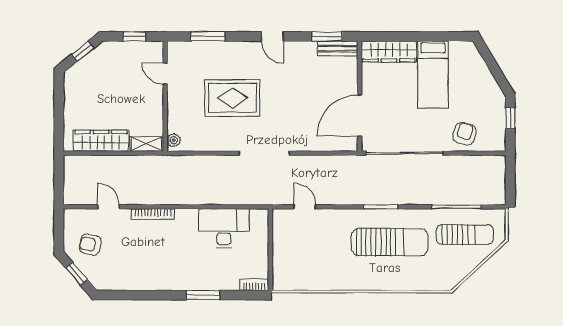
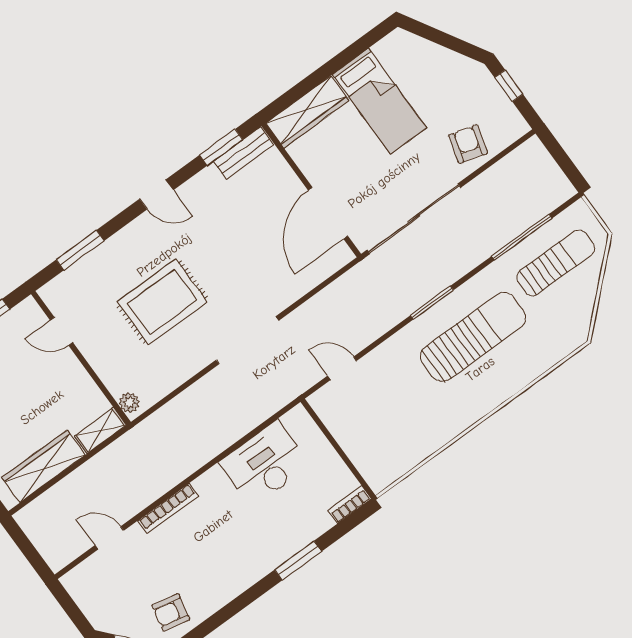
armchair: (90, 244) -> (171, 612), moved

